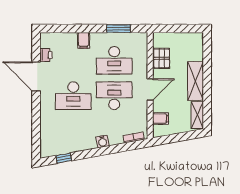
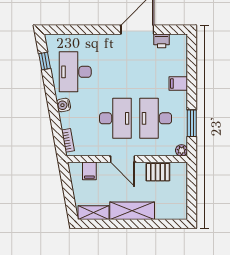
plant: (142, 38) -> (182, 150), added
desk: (73, 96) -> (75, 72), moved

